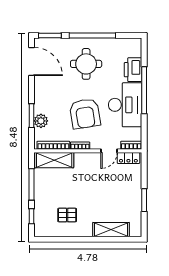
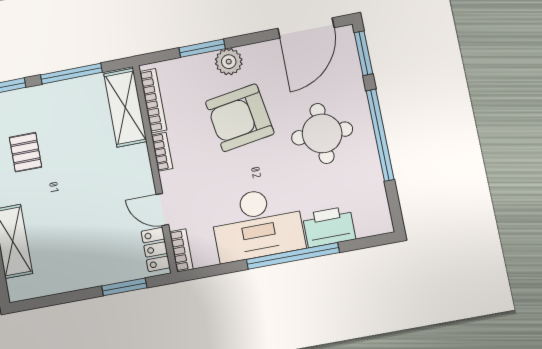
armchair: (85, 114) -> (240, 118), moved
plant: (41, 121) -> (229, 62), moved
window: (144, 200) -> (124, 287), moved

